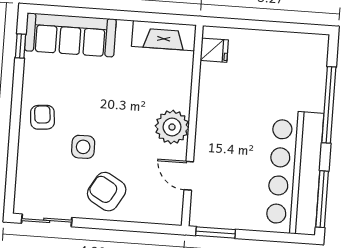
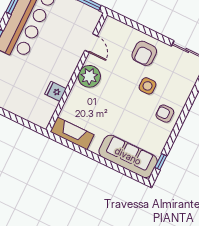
fridge: (214, 50) -> (55, 91), moved
armchair: (42, 117) -> (165, 114), turned 95
armchair: (107, 192) -> (144, 53), turned 60

